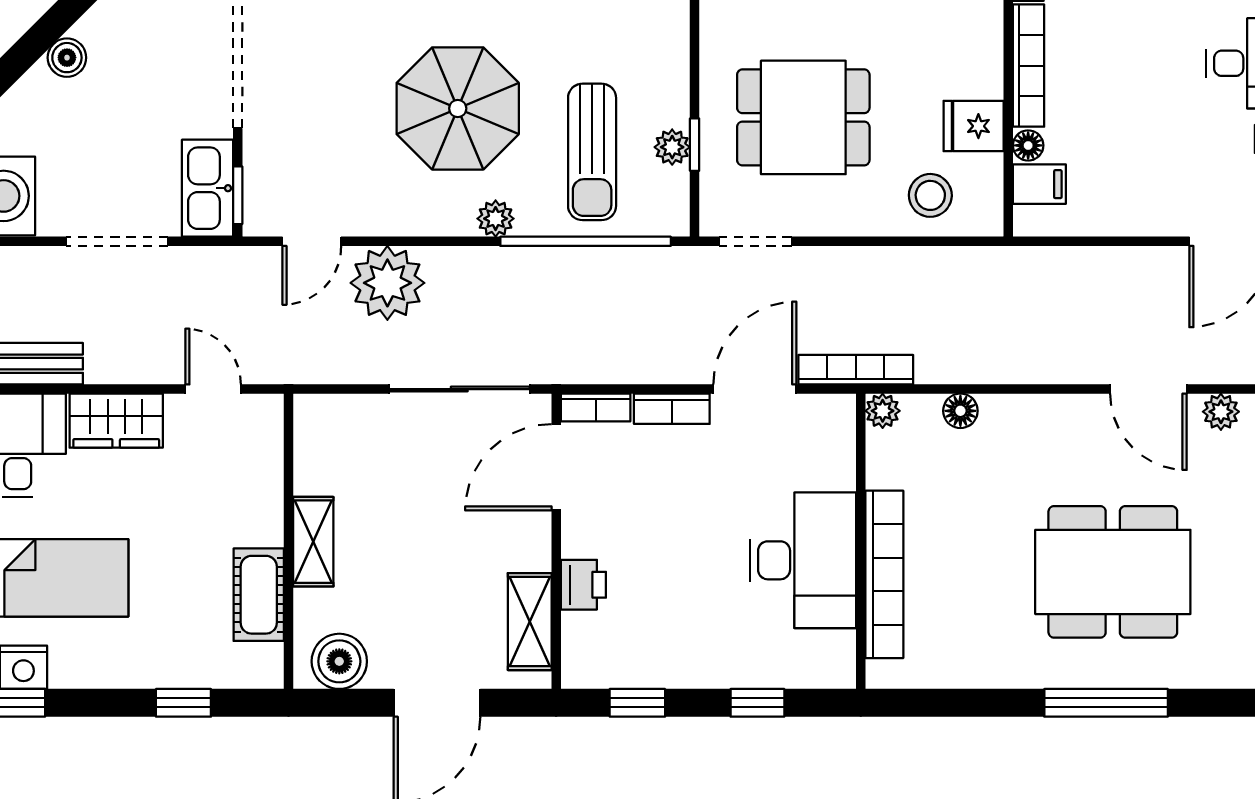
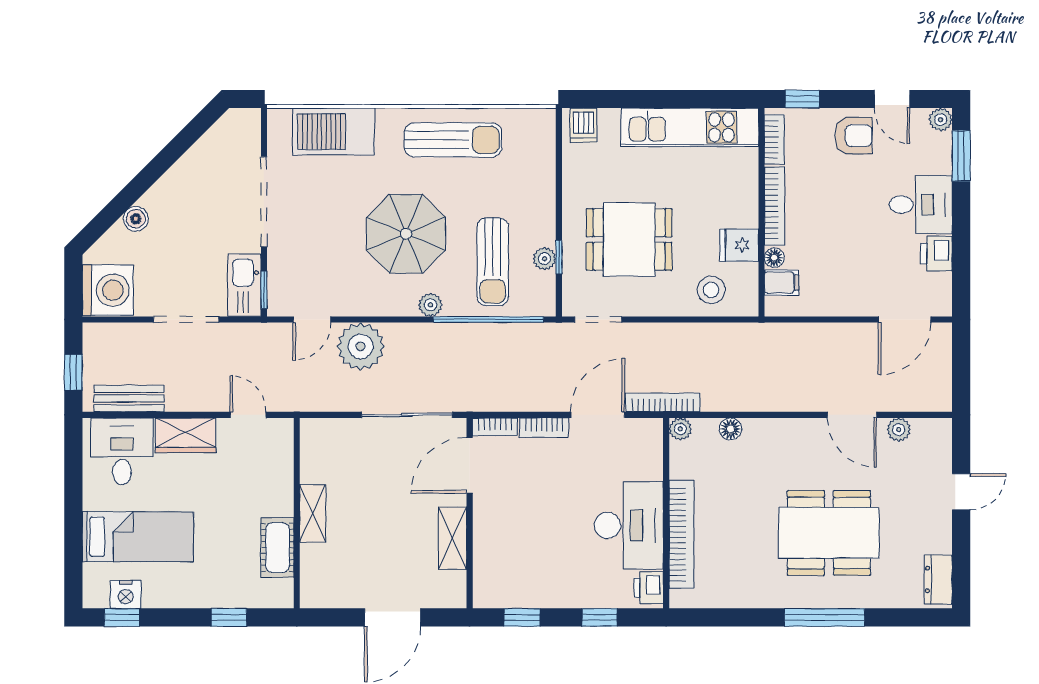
boiler: (67, 58) -> (136, 219), moved
printer: (583, 585) -> (649, 588), moved, turned 180
shelving: (530, 622) -> (452, 538), moved
boiler: (339, 661) -> (330, 591), removed

